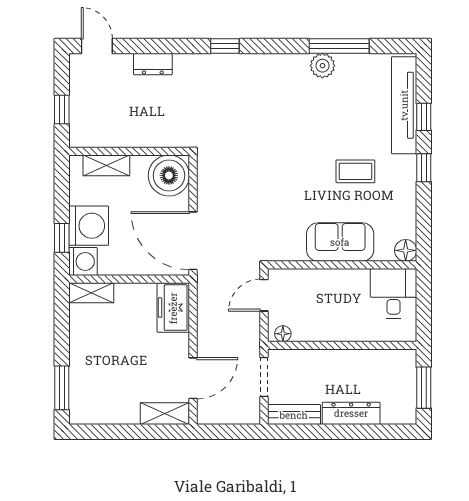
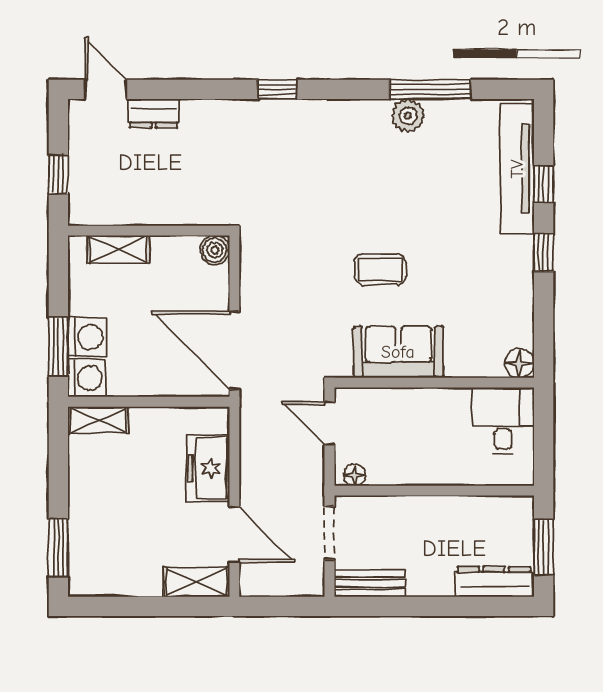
dresser: (153, 64) -> (154, 113), moved
coffee table: (355, 171) -> (380, 269), moved
boiler: (169, 175) -> (215, 250), width x0.54, depth x0.54
washing machine: (89, 226) -> (87, 337), width x0.73, depth x0.73
window: (62, 238) -> (58, 346), width x1.50
sofa: (340, 242) -> (398, 352), moved
door: (264, 295) -> (330, 423), hinge flipped
freezer: (173, 308) -> (208, 468), moved
door: (193, 378) -> (234, 535), hinge flipped
dresser: (351, 413) -> (494, 582), moved

